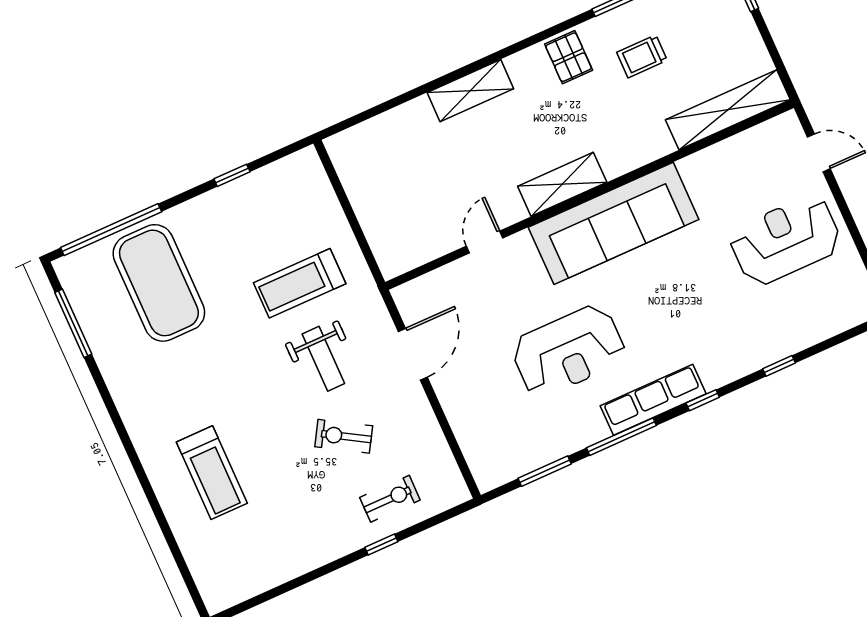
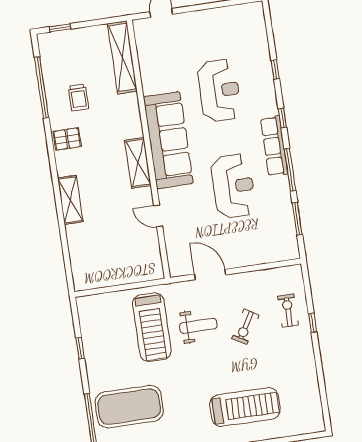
reception desk: (785, 240) -> (219, 90), moved, turned 180
treadmill: (300, 283) -> (152, 327), width x1.37, depth x1.38
treadmill: (212, 473) -> (245, 407), width x1.37, depth x1.38

